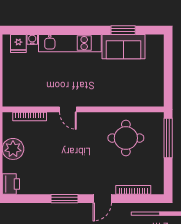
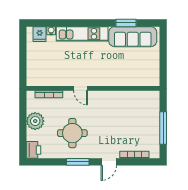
sofa: (124, 47) -> (133, 37), width x1.36
round table: (126, 138) -> (72, 133), moved
window: (168, 138) -> (163, 128), moved

